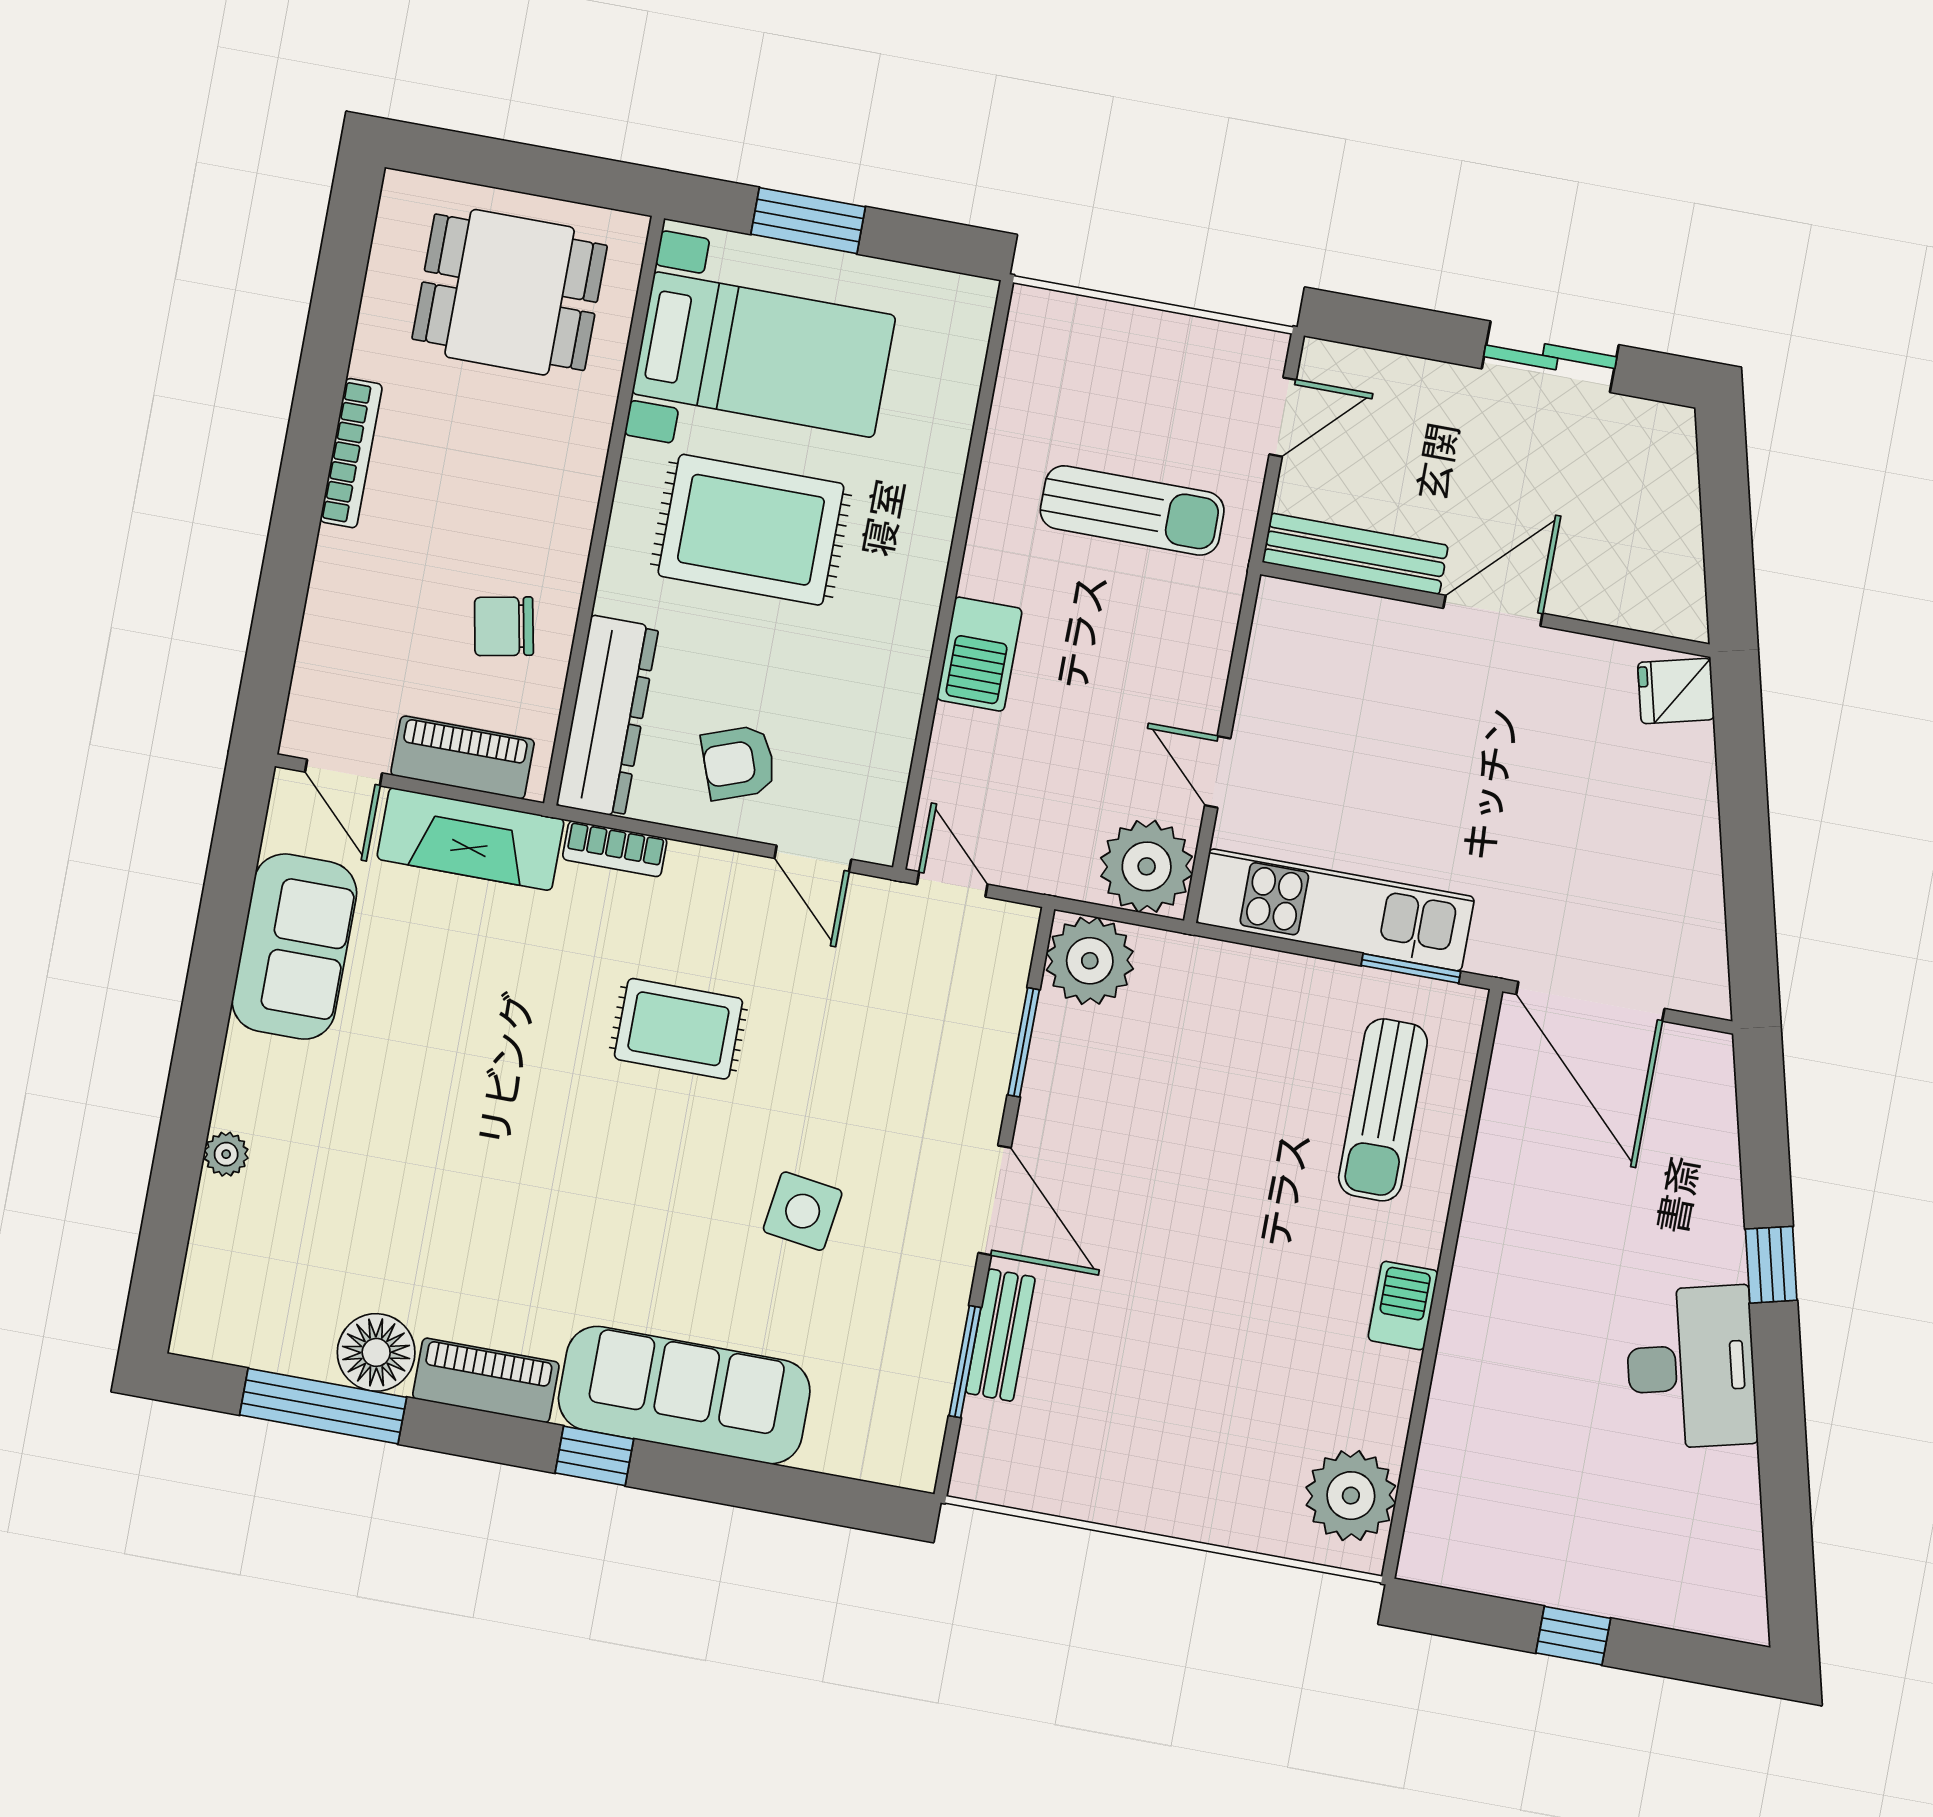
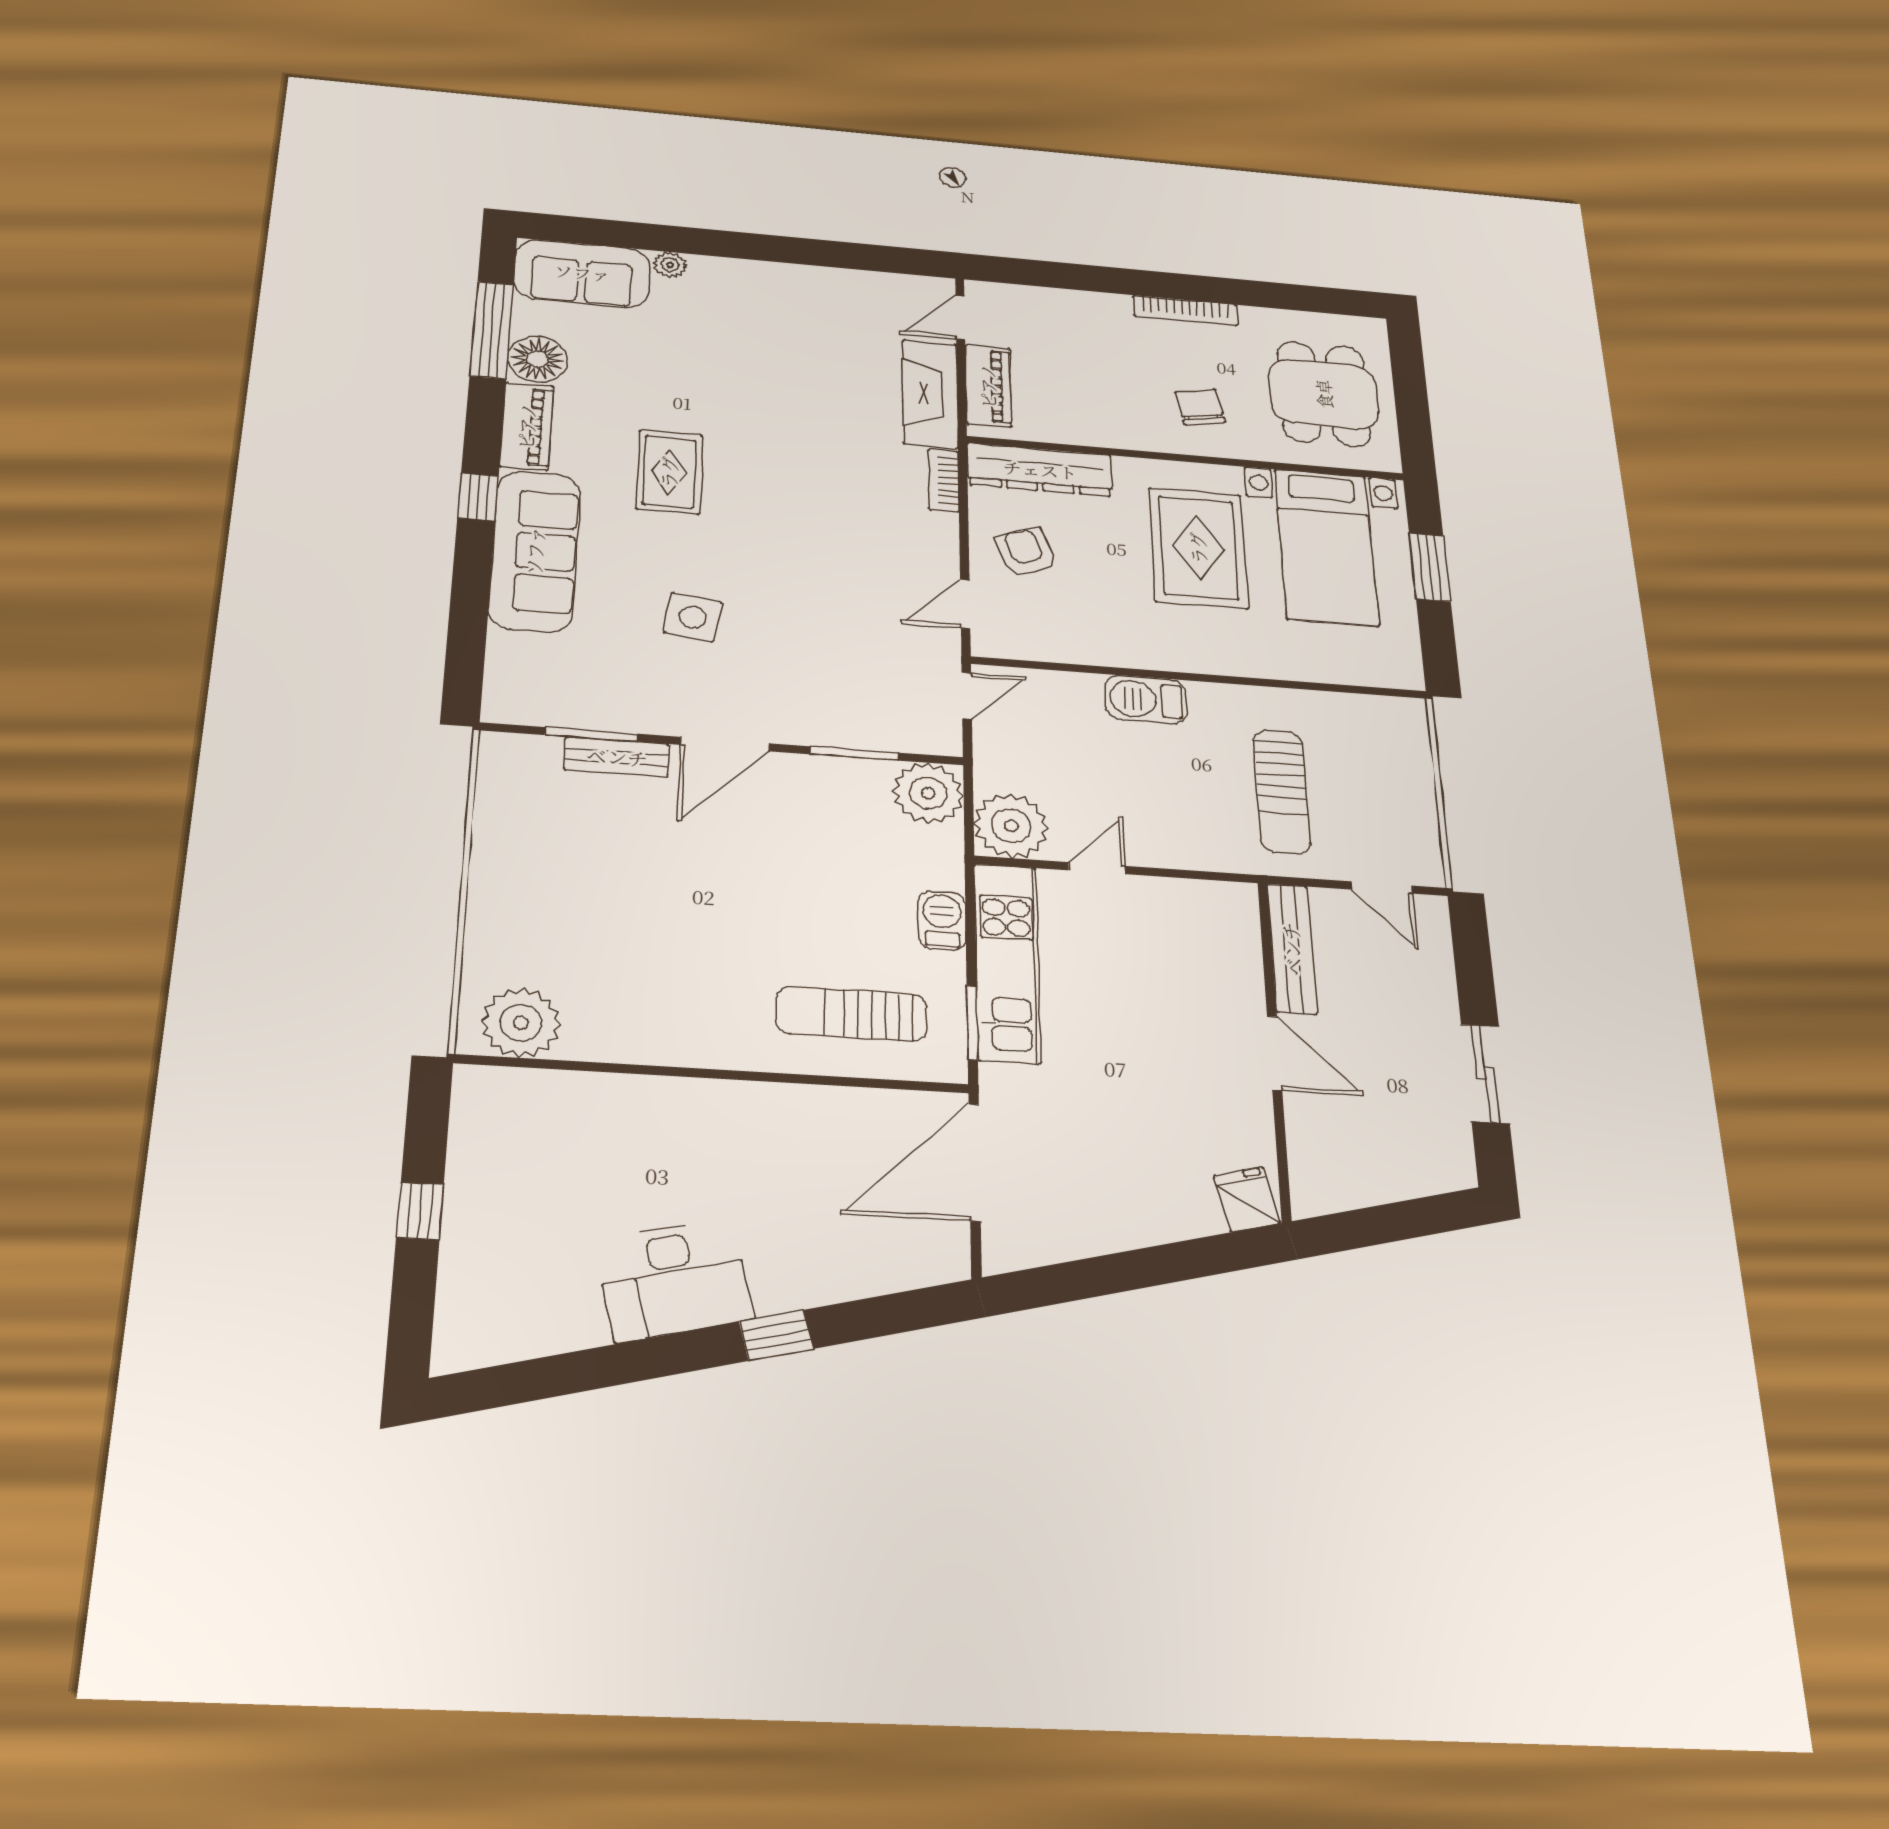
chair: (504, 626) -> (1200, 407), moved
sofa: (294, 947) -> (582, 273), moved
rug: (678, 1029) -> (669, 472), moved
barbecue: (1403, 1306) -> (942, 921), moved, turned -90

